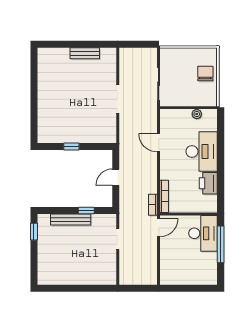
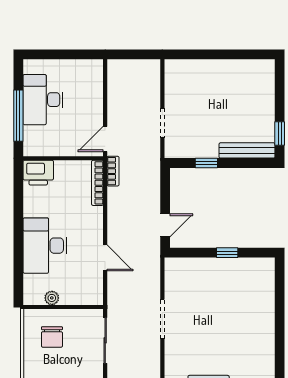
chair: (205, 73) -> (52, 337), moved
door: (116, 177) -> (165, 225), moved
printer: (208, 183) -> (38, 173), moved, turned 90
bench: (71, 219) -> (247, 150), moved
desk: (203, 233) -> (43, 100), moved

